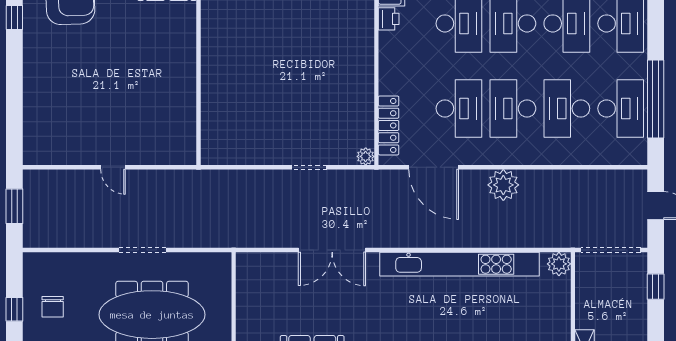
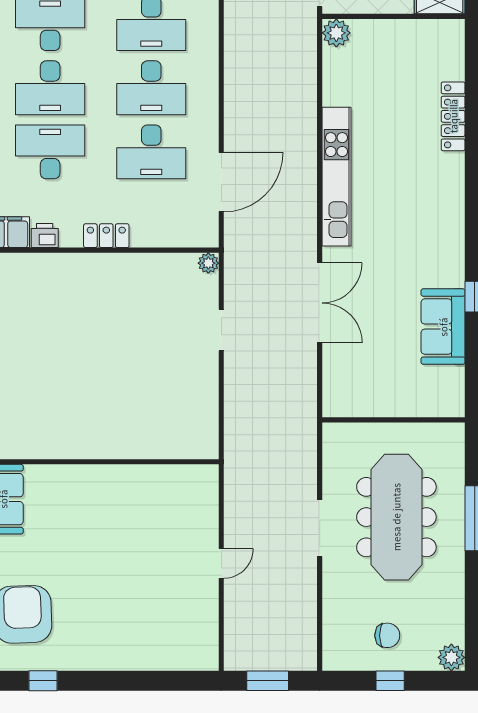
desk: (459, 108) -> (151, 152), turned 180
locker: (389, 125) -> (106, 236), moved, width x0.66
plant: (503, 185) -> (242, 99), removed
kitchen unit: (459, 264) -> (337, 177), width x0.73

